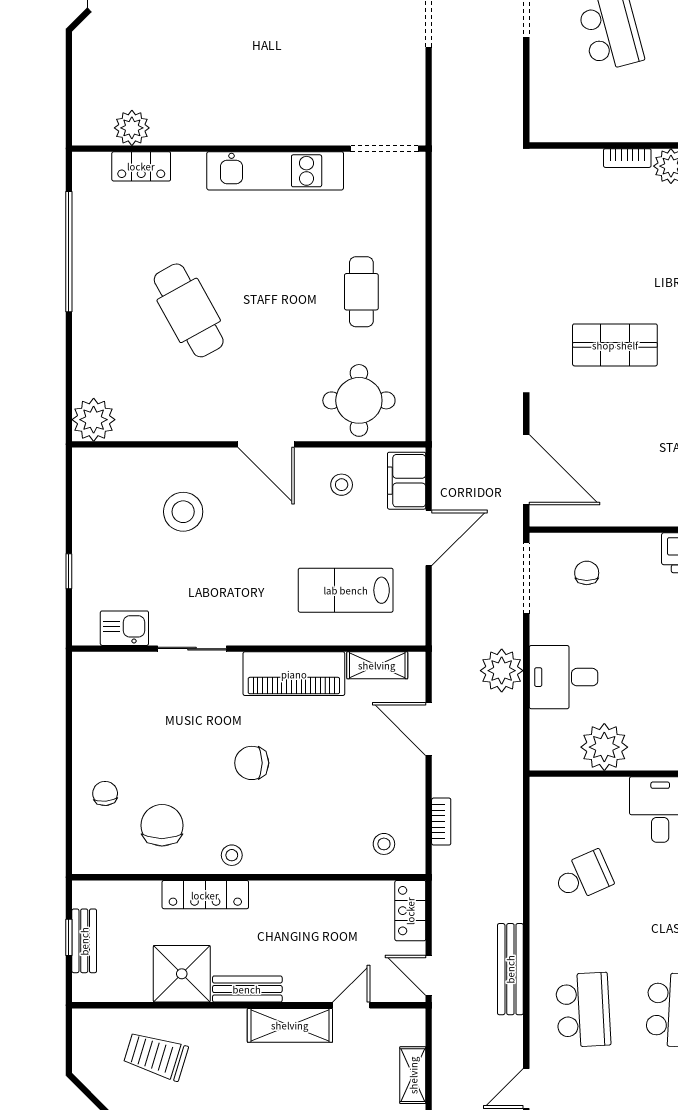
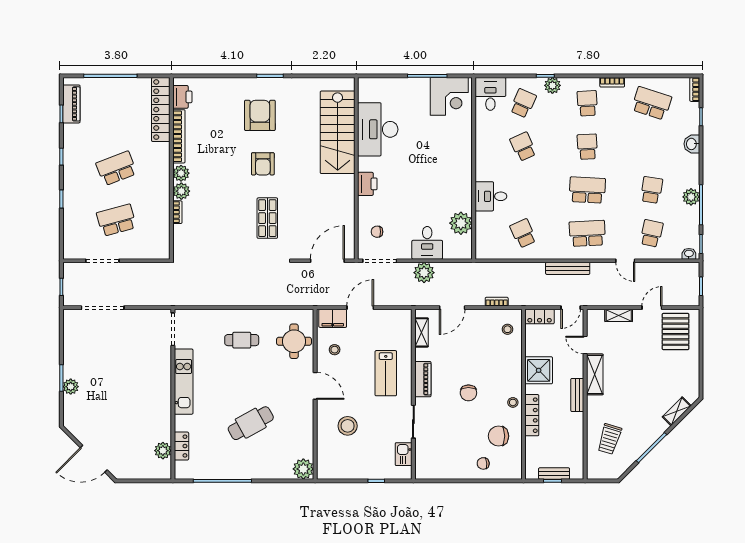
door: (266, 444) -> (315, 386), hinge flipped
door: (429, 538) -> (360, 308), hinge flipped
lab bench: (346, 590) -> (386, 373), moved
piano: (294, 674) -> (423, 379), width x0.73, depth x0.75
shower: (182, 974) -> (539, 370), moved

